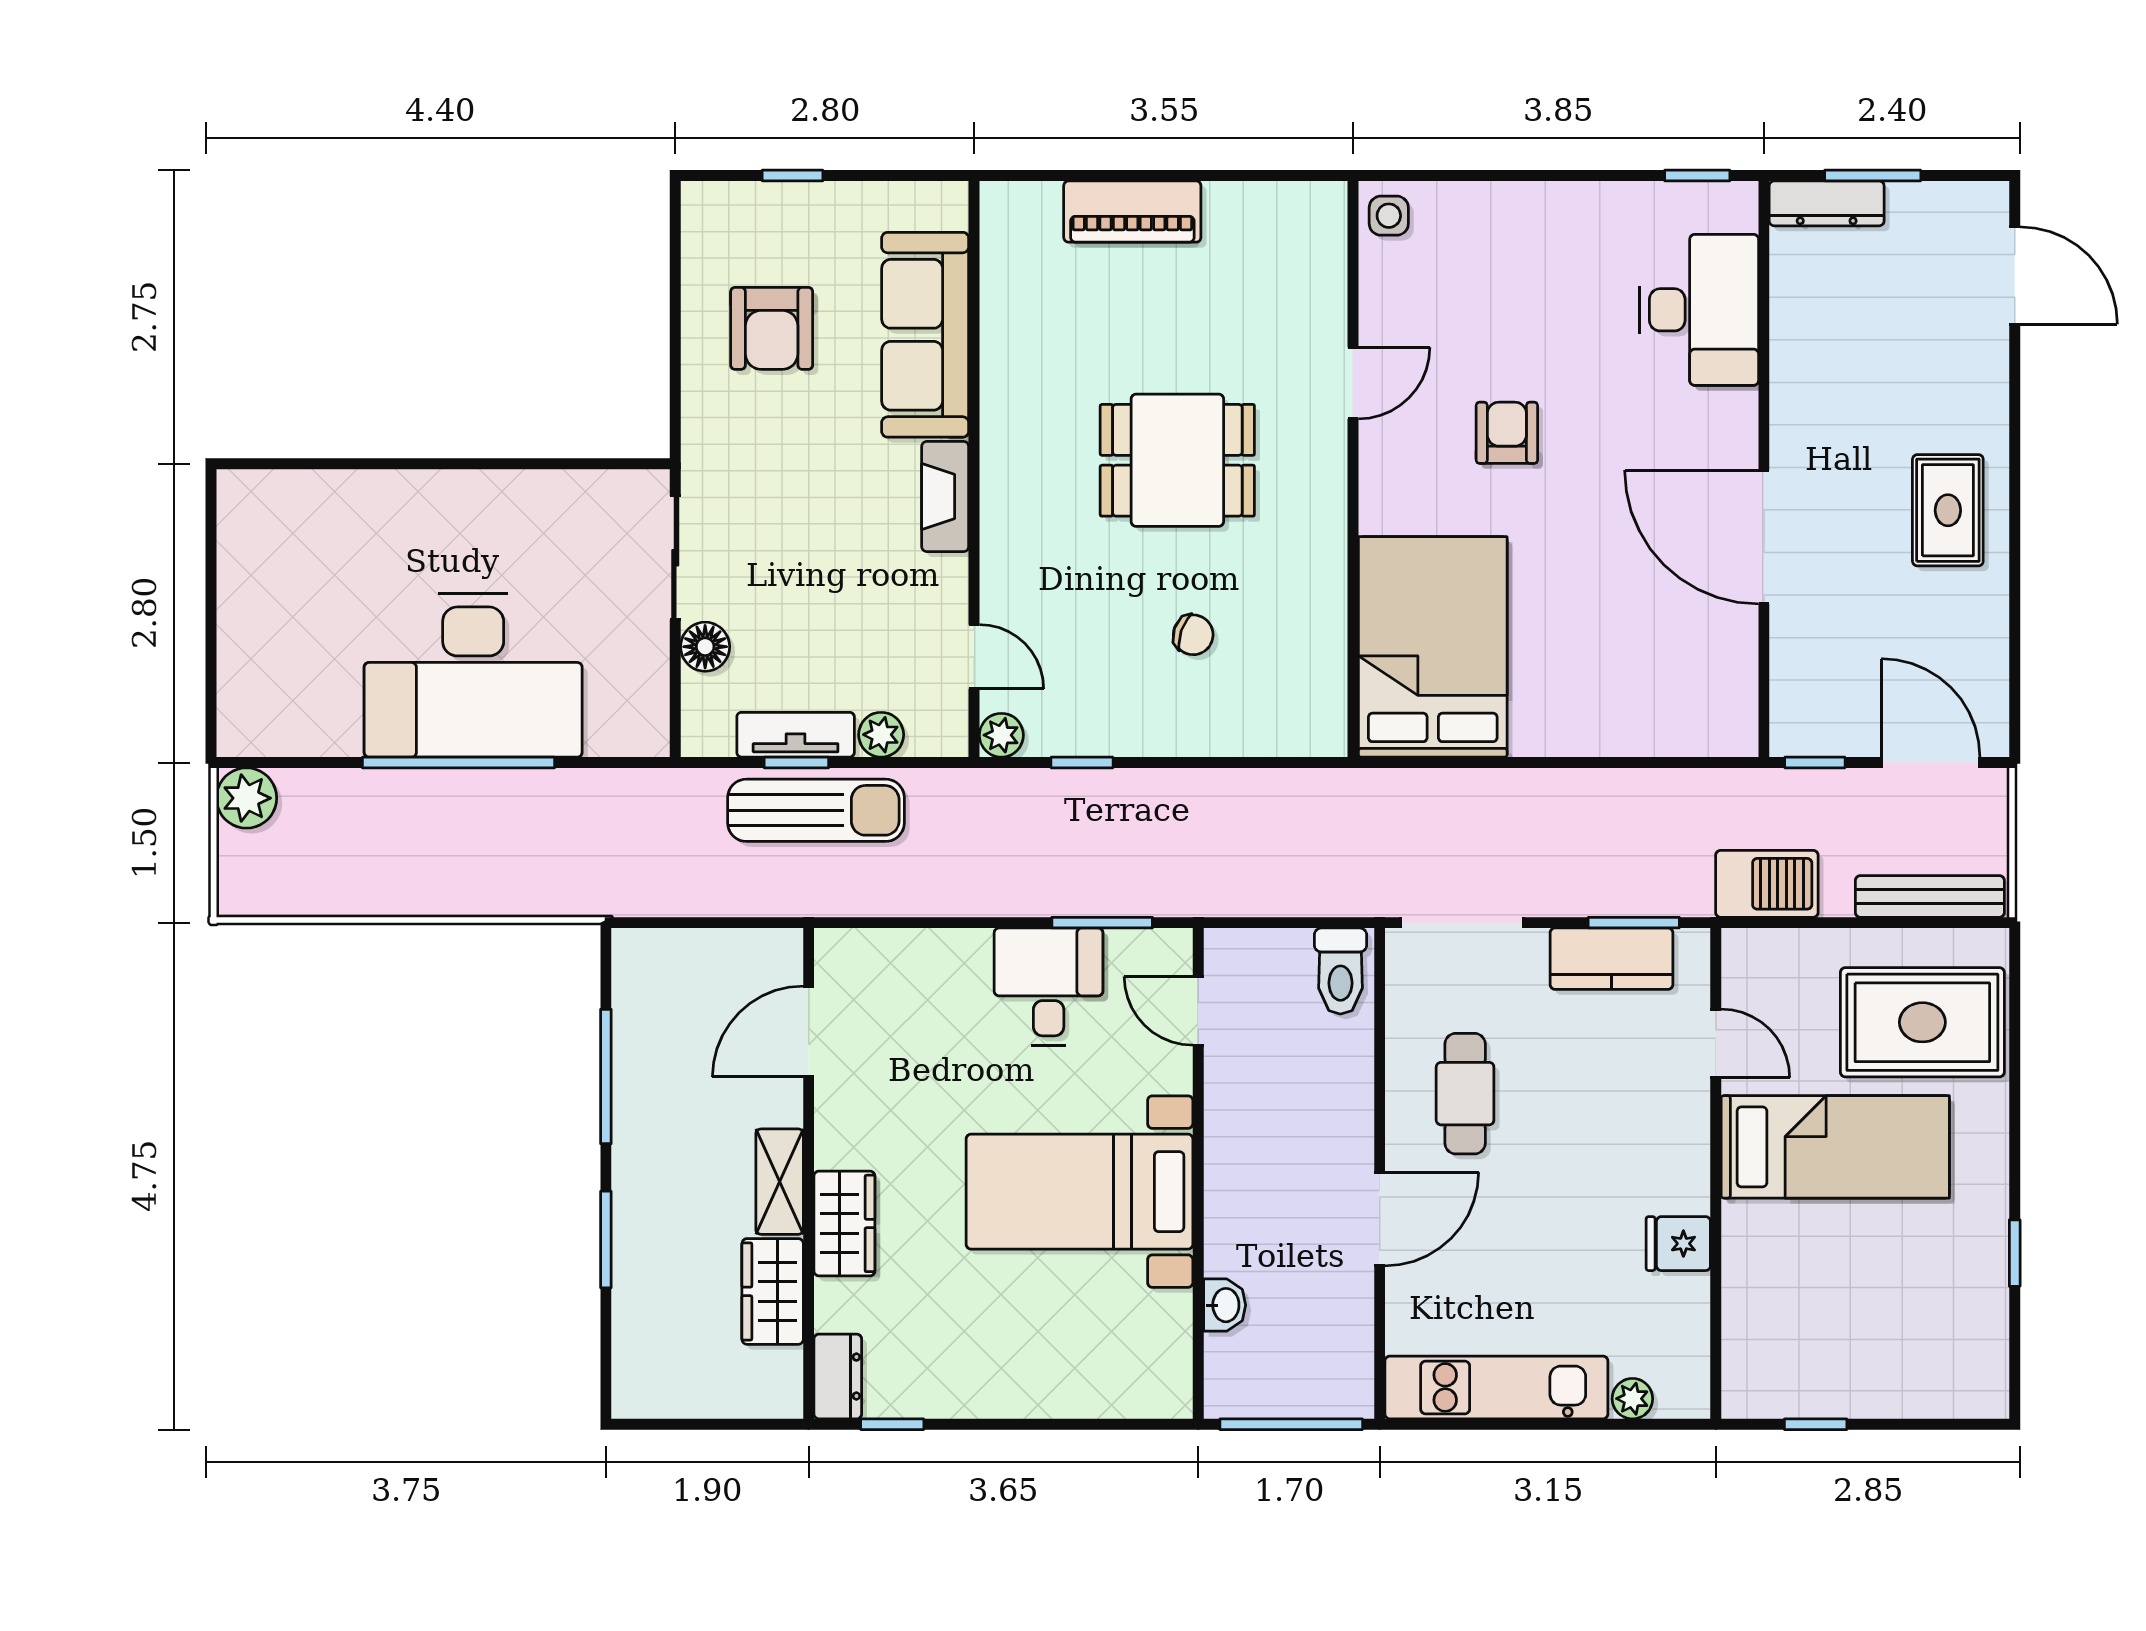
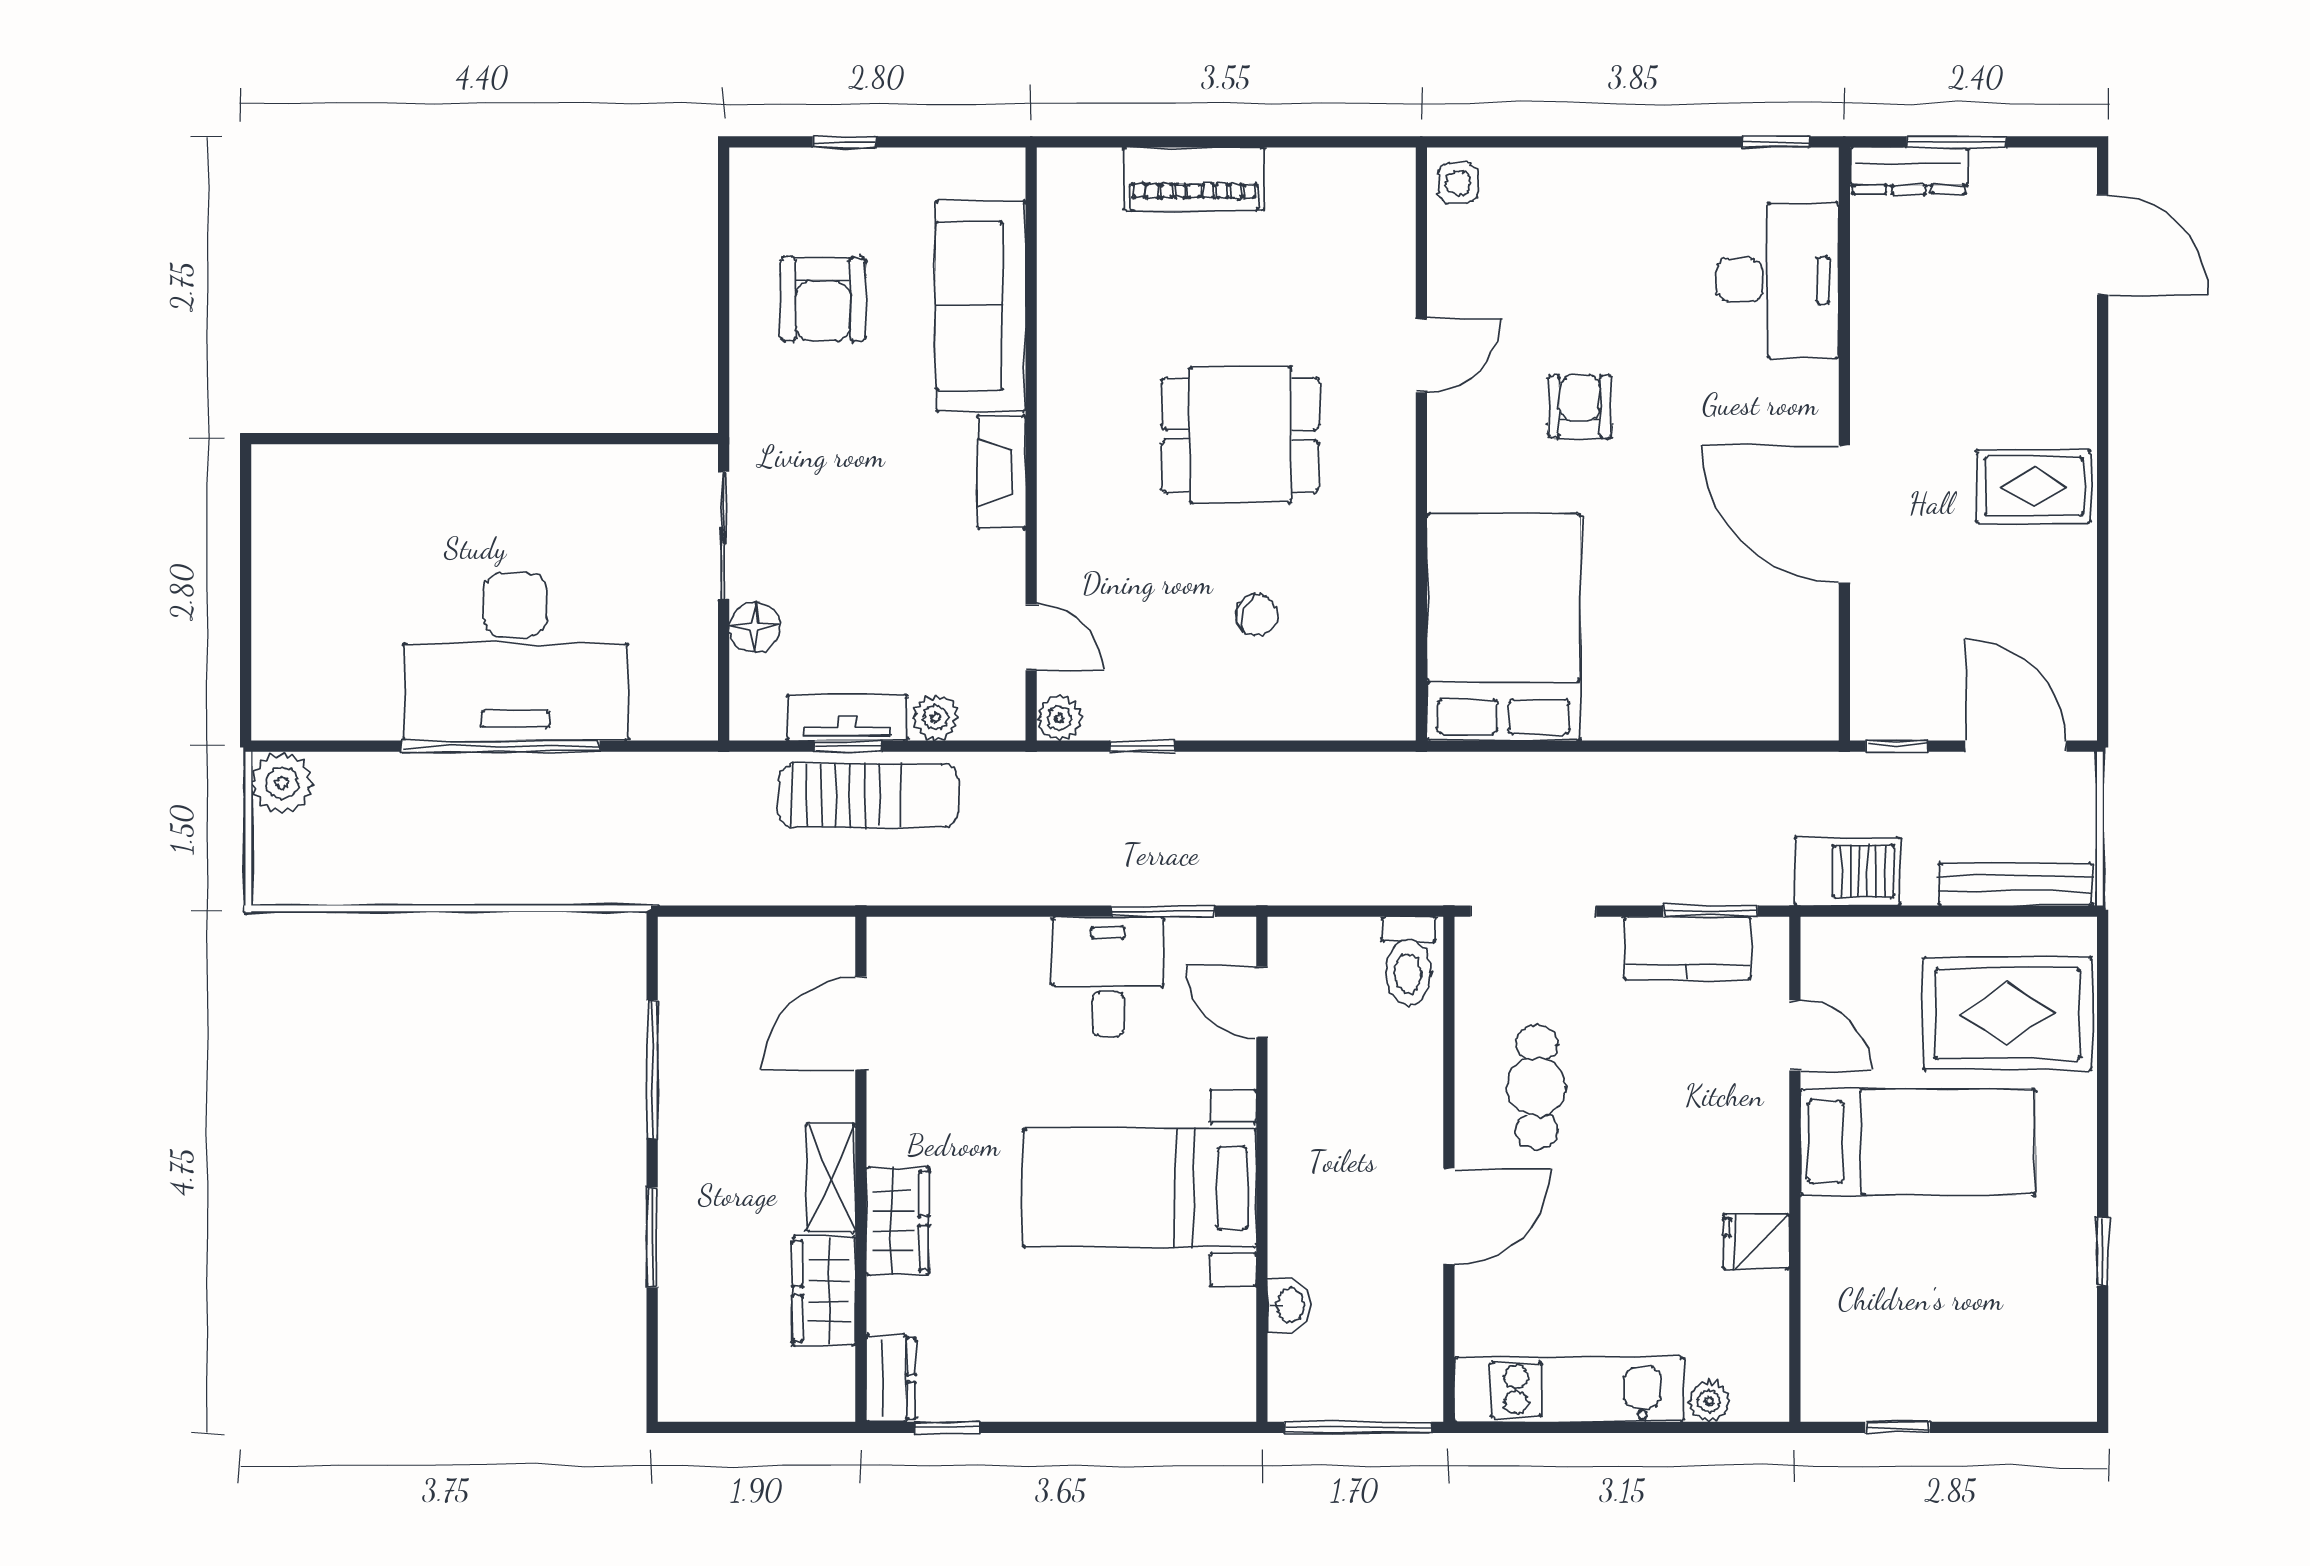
rug: (1948, 510) -> (2034, 487), turned 90

